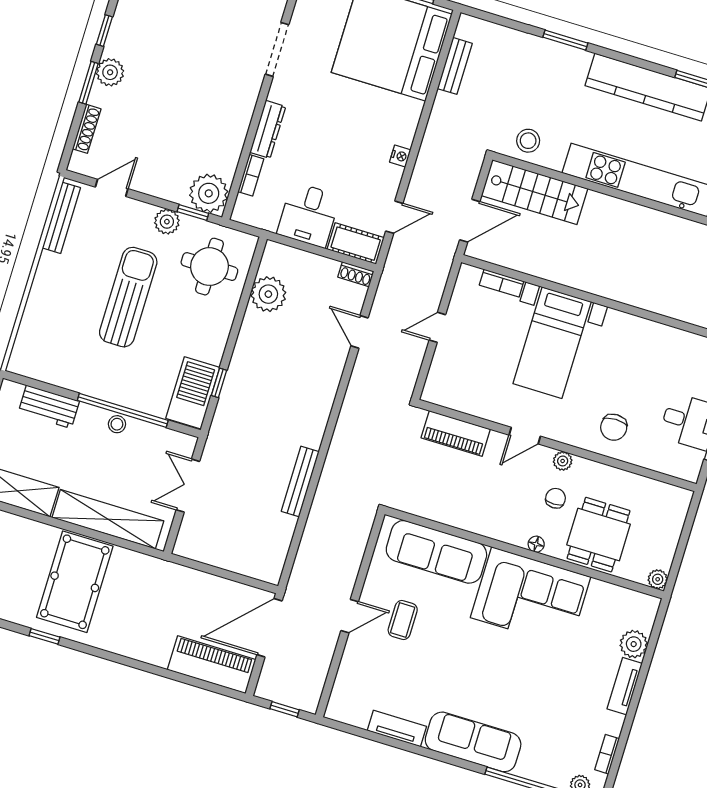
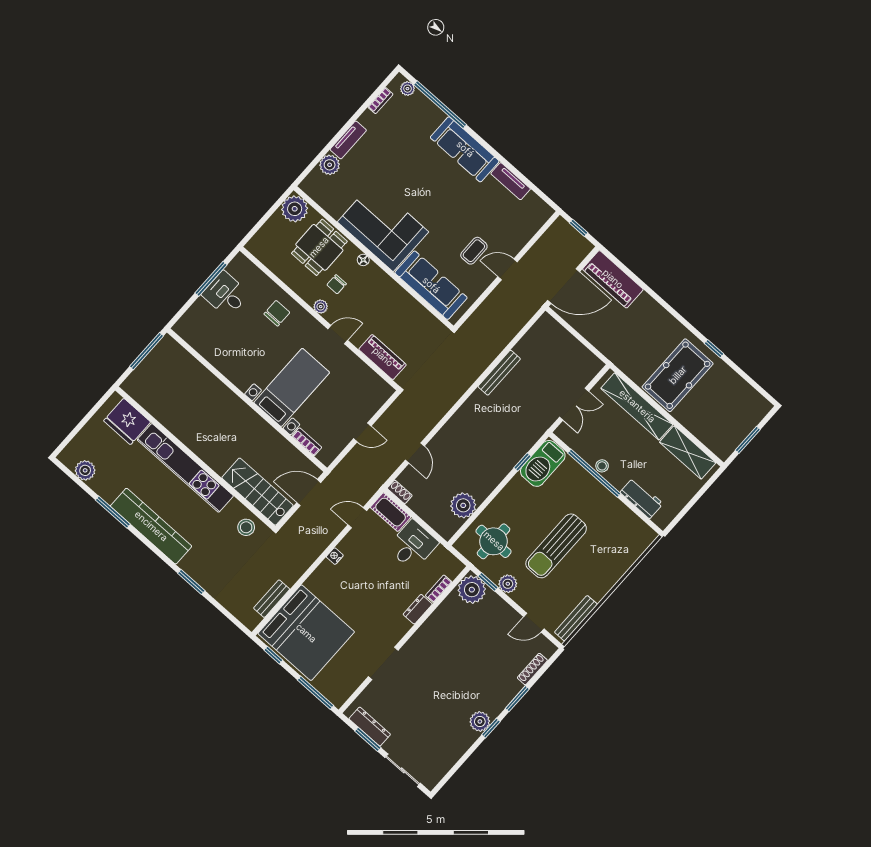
plant: (110, 72) -> (480, 721), moved
dresser: (268, 129) -> (418, 609), width x0.70
plant: (658, 579) -> (295, 209), width x1.88, depth x1.88

